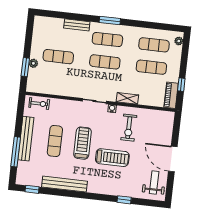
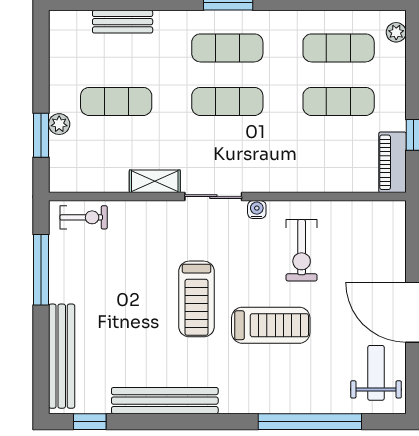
bench: (77, 25) -> (123, 22), moved
shelving: (127, 98) -> (155, 181), moved
bench: (26, 139) -> (62, 356), moved
exercise mat: (55, 141) -> (131, 302), removed
treadmill: (83, 143) -> (196, 299), turned 180
window: (16, 152) -> (41, 270), moved
window: (124, 200) -> (310, 422), width x3.17

